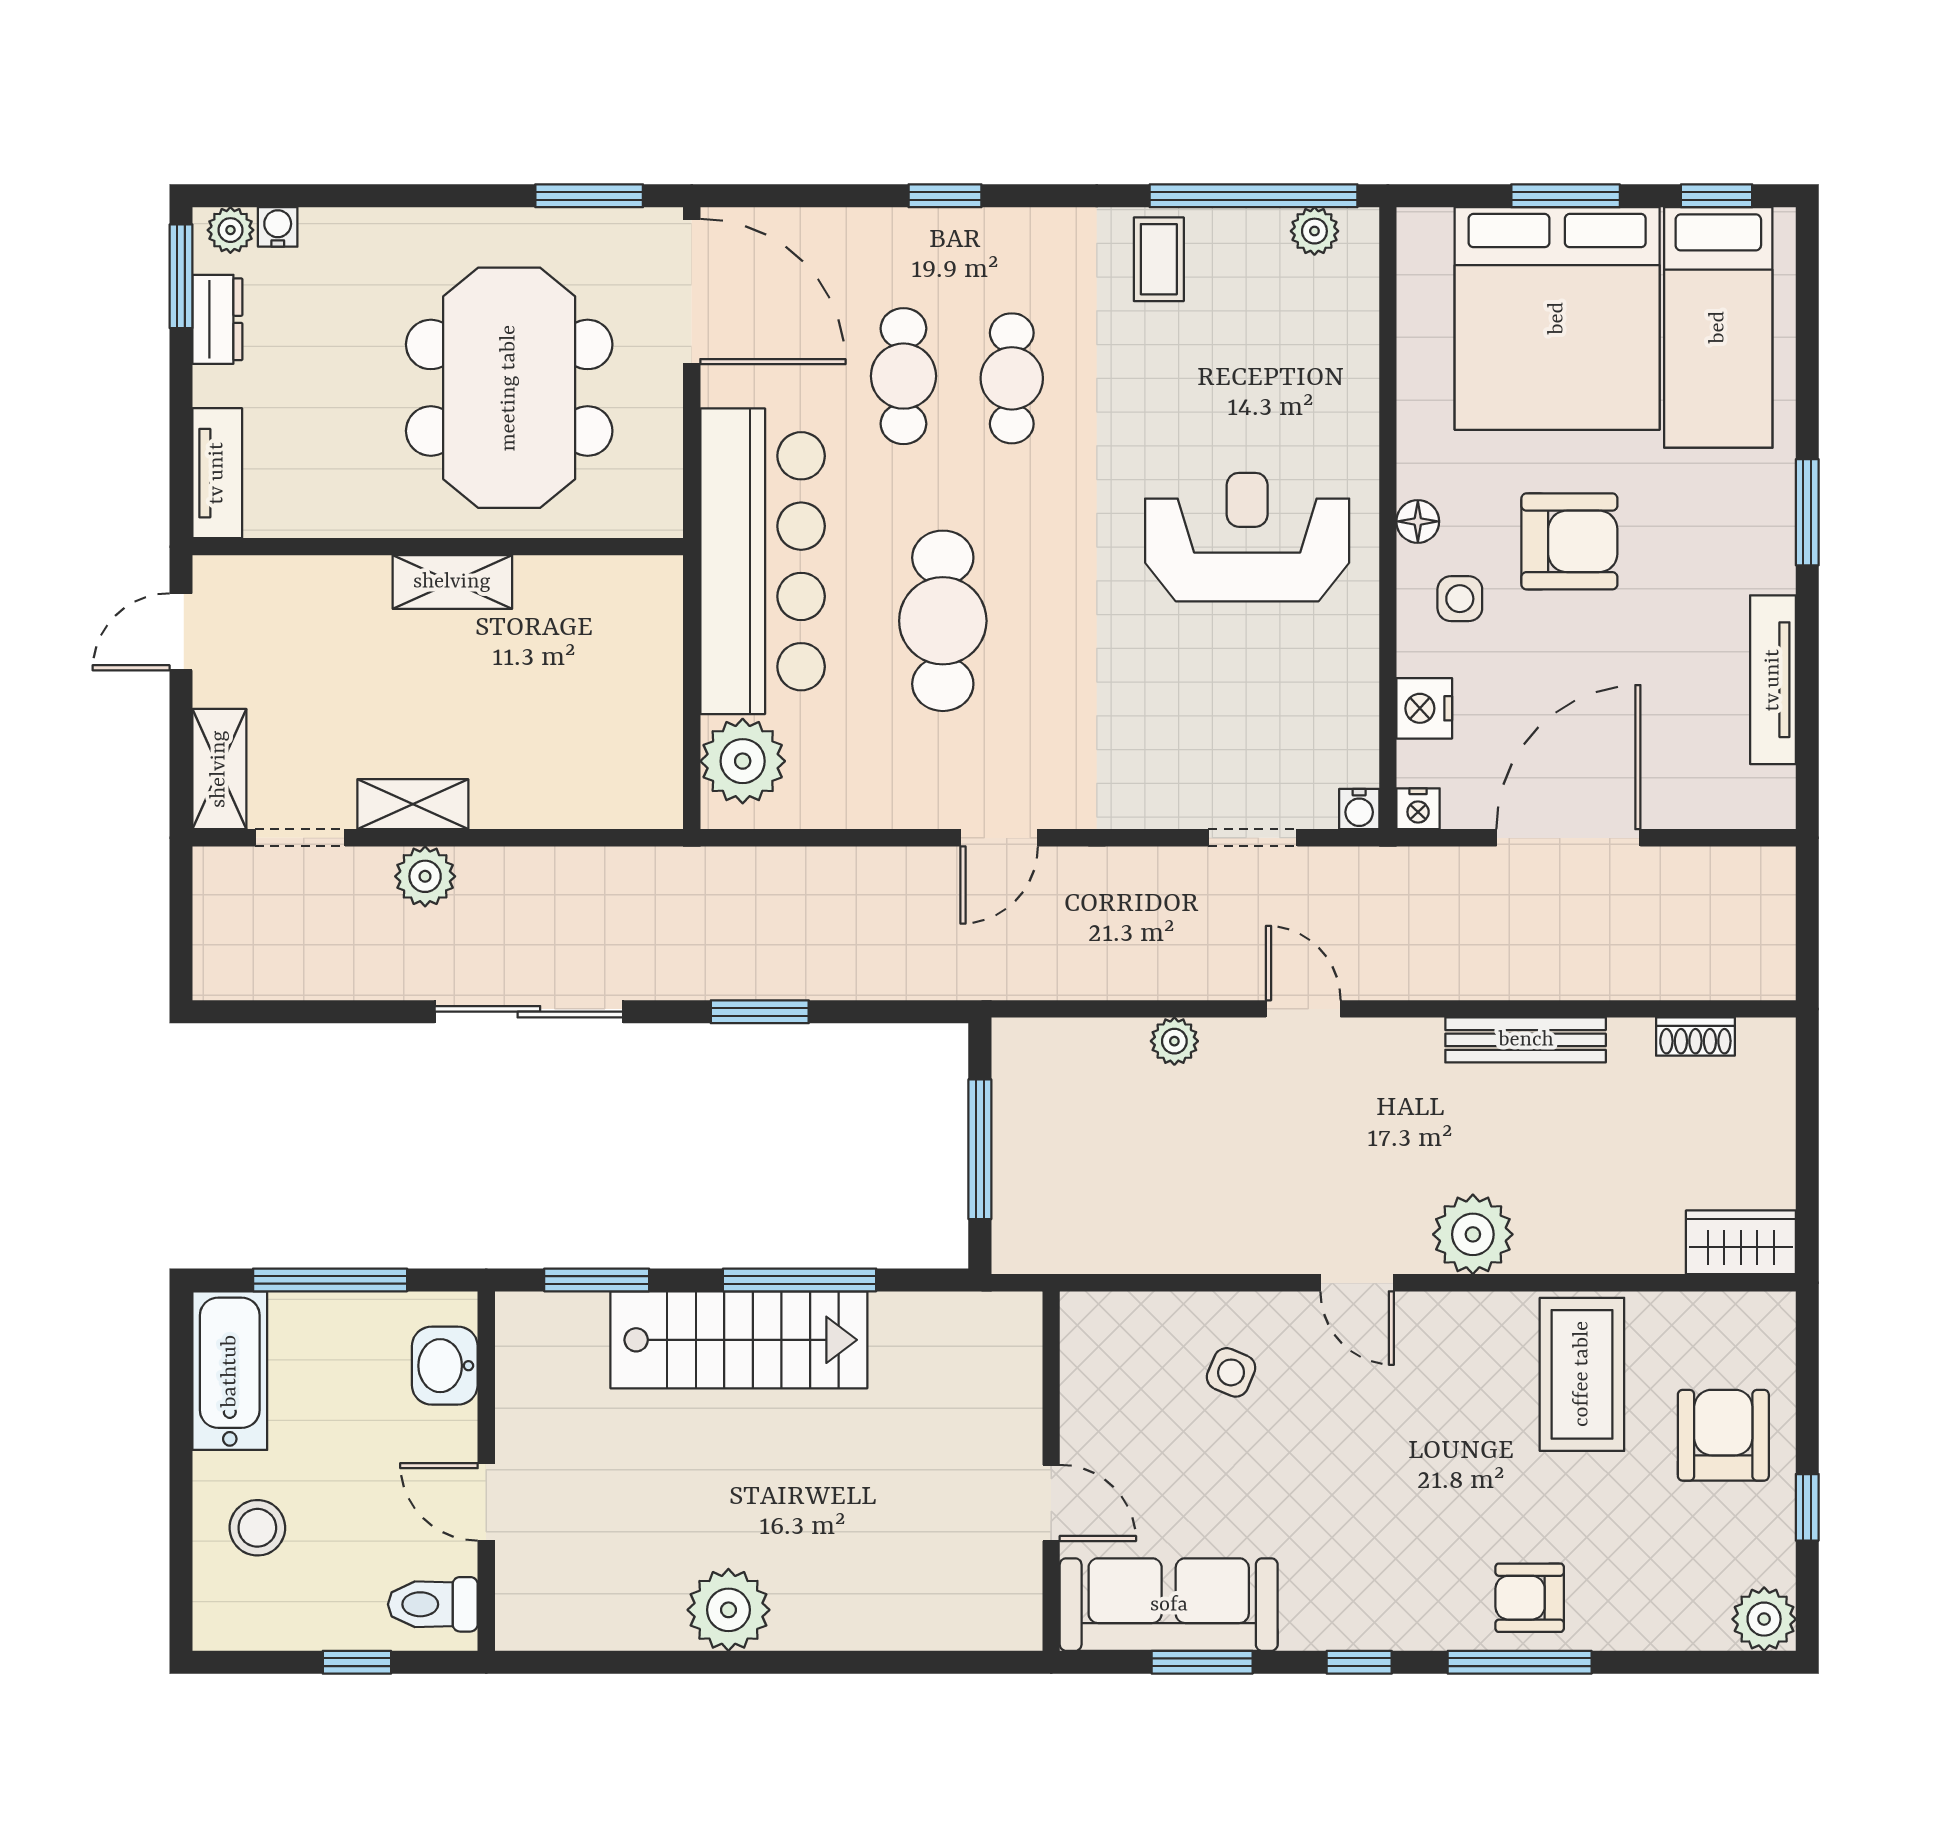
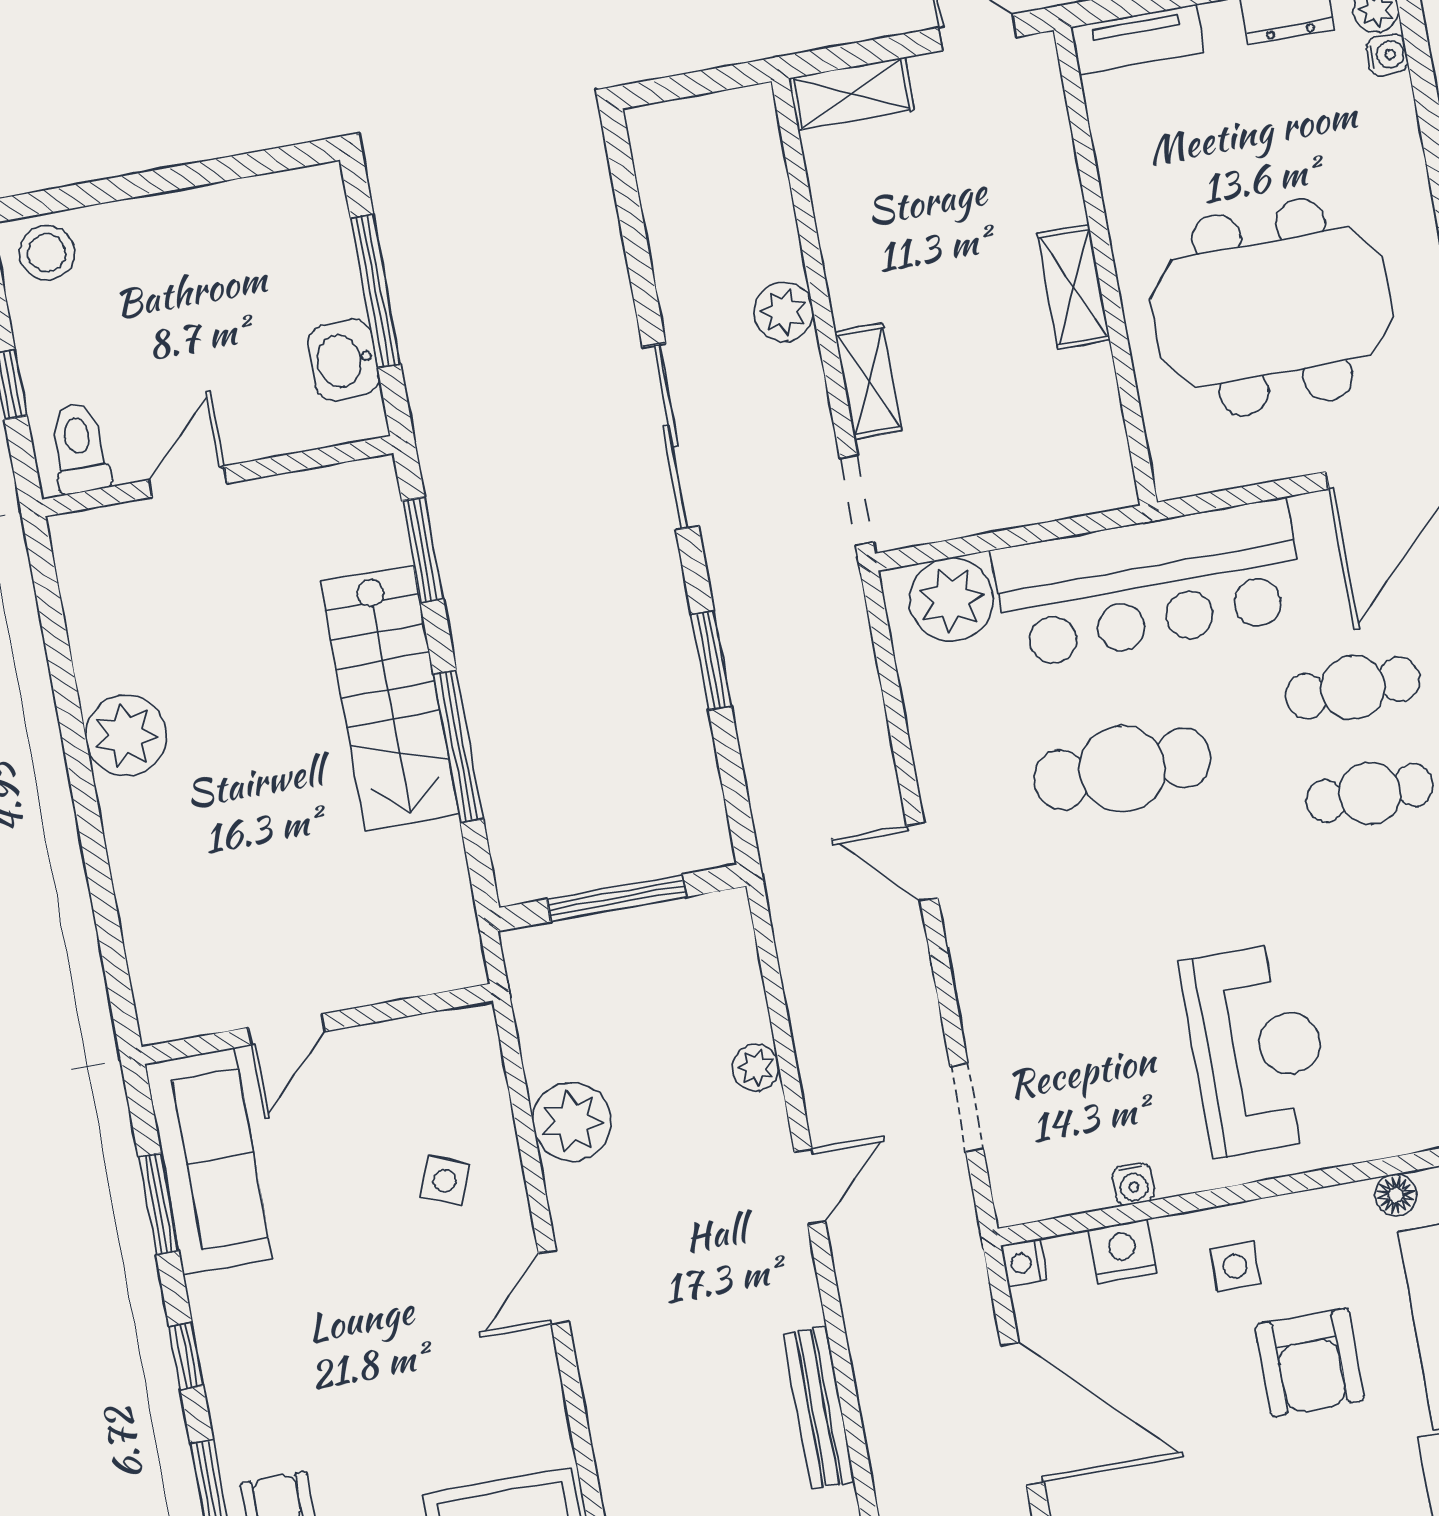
floor lamp: (1418, 521) -> (1396, 1195), moved
shelving: (413, 804) -> (868, 381), moved
water cooler: (1359, 809) -> (1133, 1184), moved, turned -90
doorway: (300, 838) -> (856, 500), moved
plant: (1473, 1234) -> (572, 1122), moved
washbasin: (445, 1366) -> (344, 360), moved, turned -90
bathtub: (230, 1371) -> (270, 210), removed
stool: (257, 1528) -> (47, 253), moved

